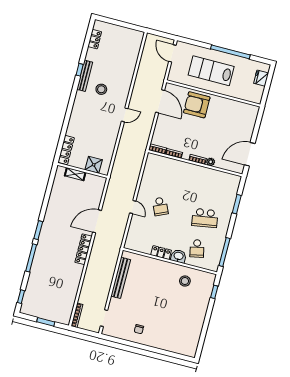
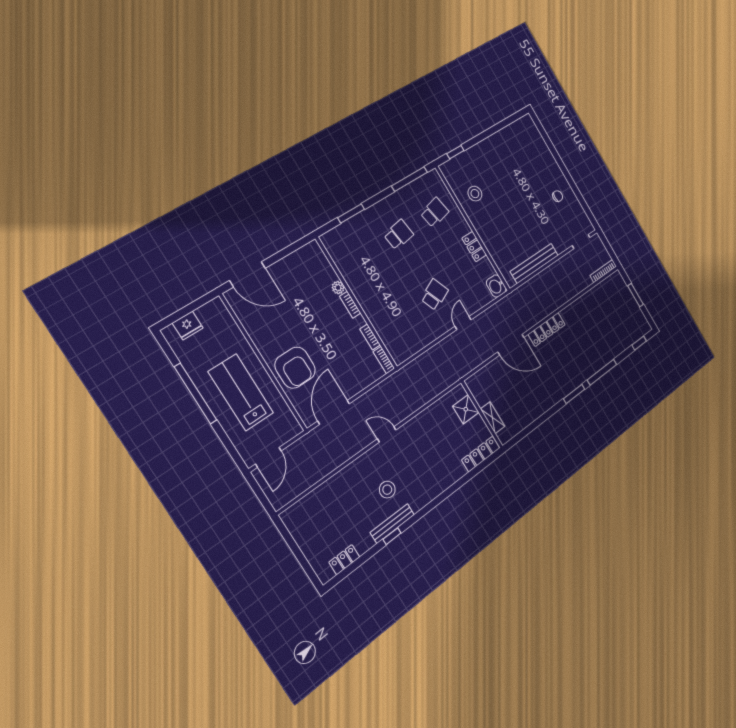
lab bench: (211, 71) -> (241, 392), turned 180
door: (250, 154) -> (247, 274), moved
school desk: (205, 218) -> (399, 235), width x0.54
washbasin: (179, 256) -> (496, 286), moved

